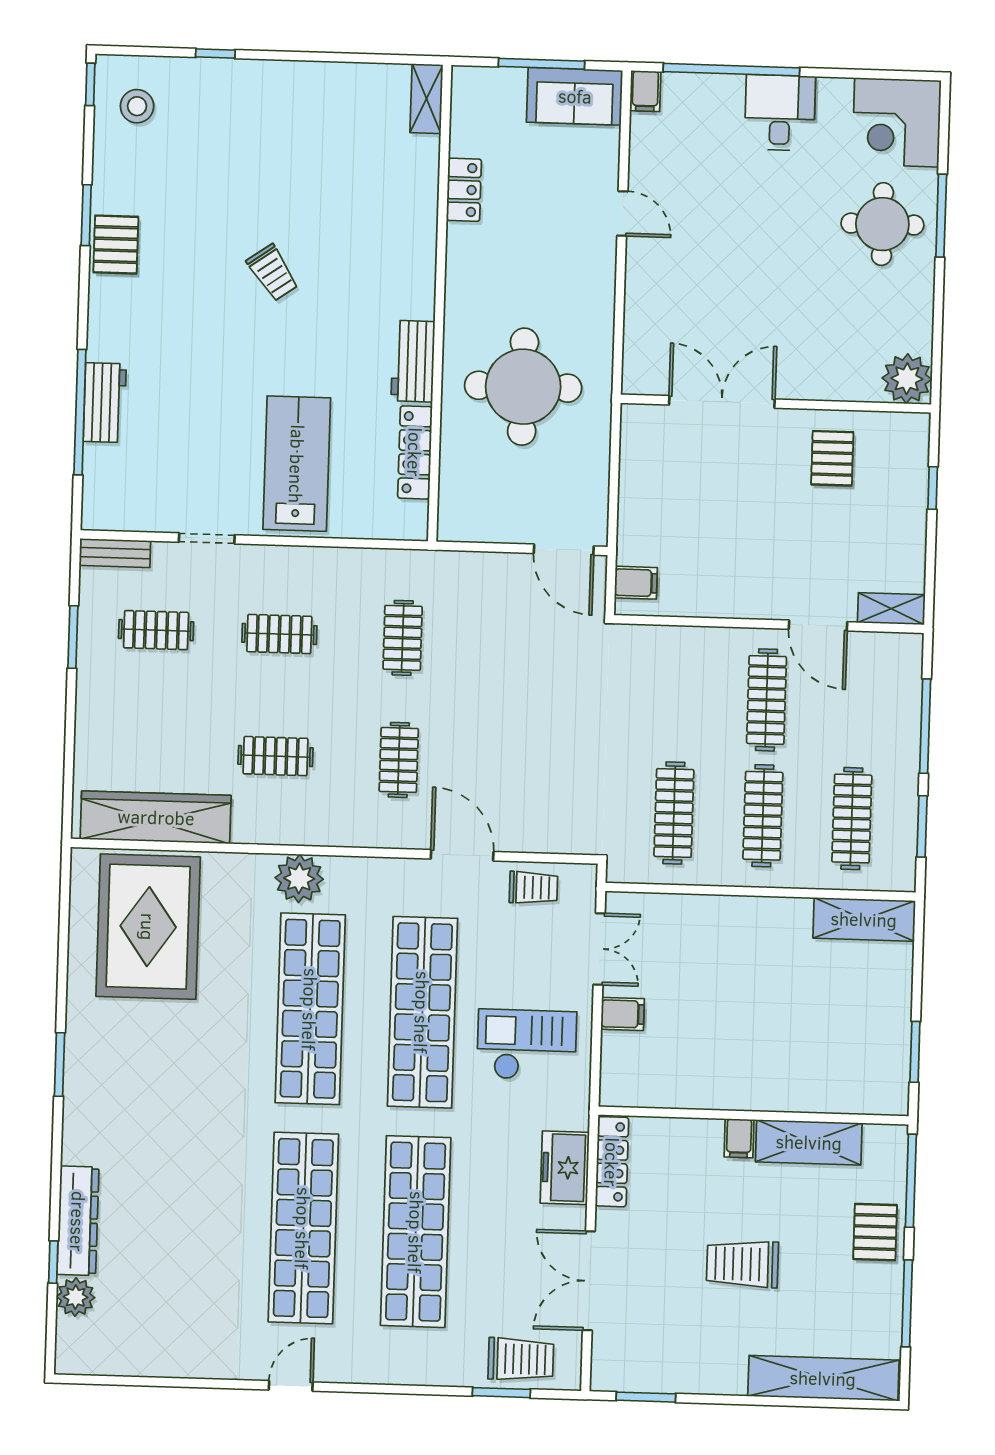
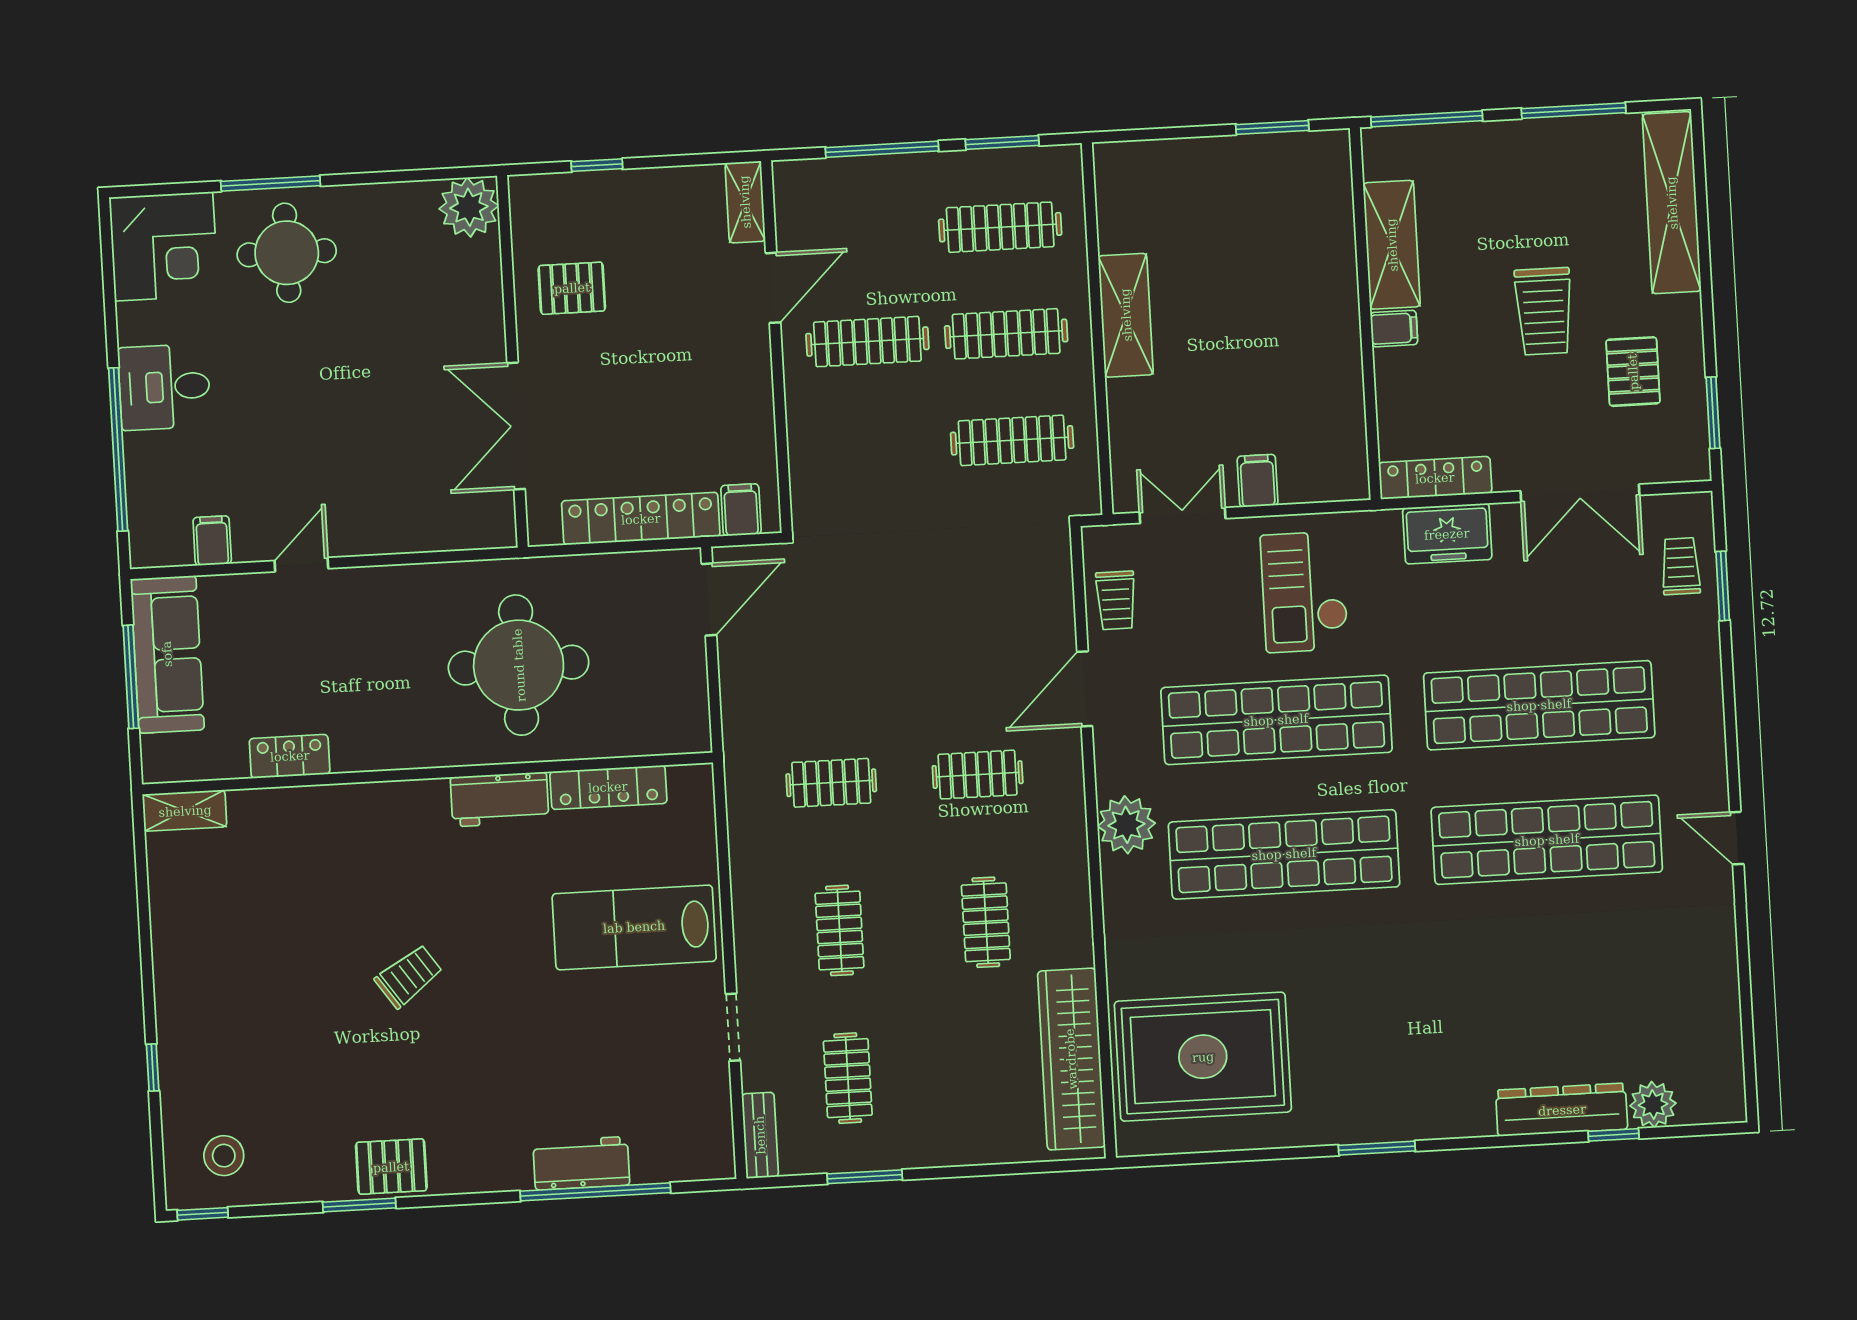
filing cabinet: (645, 91) -> (212, 541), moved, turned -90
sofa: (575, 96) -> (167, 654), width x1.36
locker: (636, 499) -> (641, 519), added
plant: (299, 878) -> (1126, 825), moved
trolley: (533, 888) -> (1116, 600), turned 180
shelving: (864, 919) -> (1126, 315), moved
pallet: (875, 1232) -> (1633, 372), moved, turned 90
trolley: (521, 1359) -> (1681, 566), width x0.73, depth x0.72

